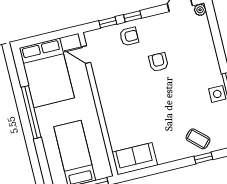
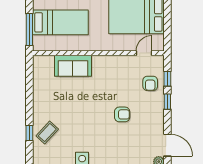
armchair: (129, 36) -> (150, 83), moved
sofa: (135, 159) -> (73, 66), moved, turned 90

